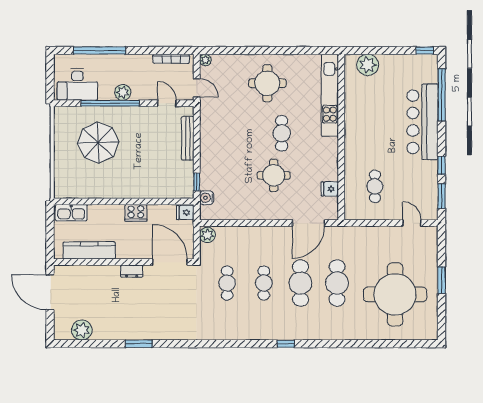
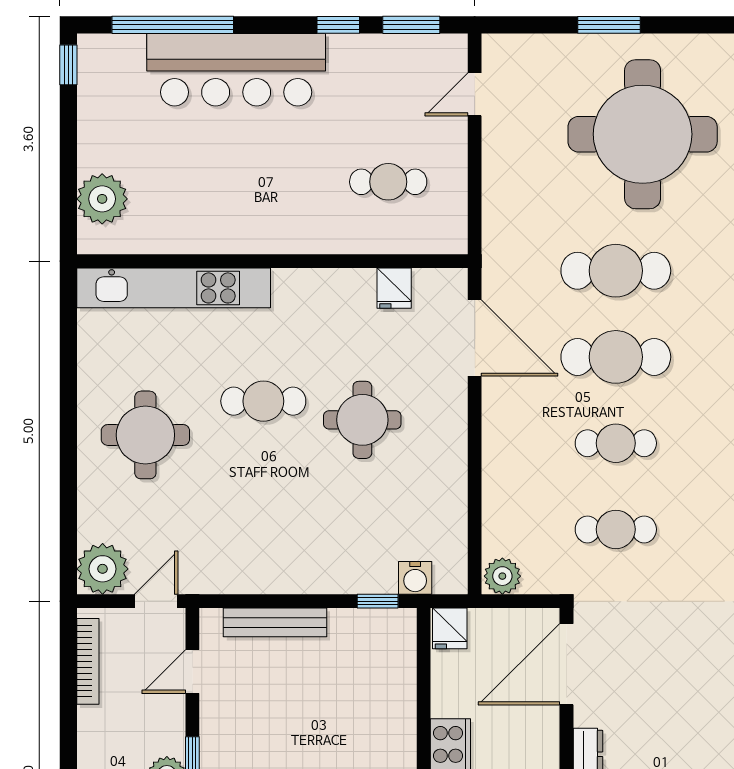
plant: (205, 60) -> (103, 569), width x1.88, depth x1.88

